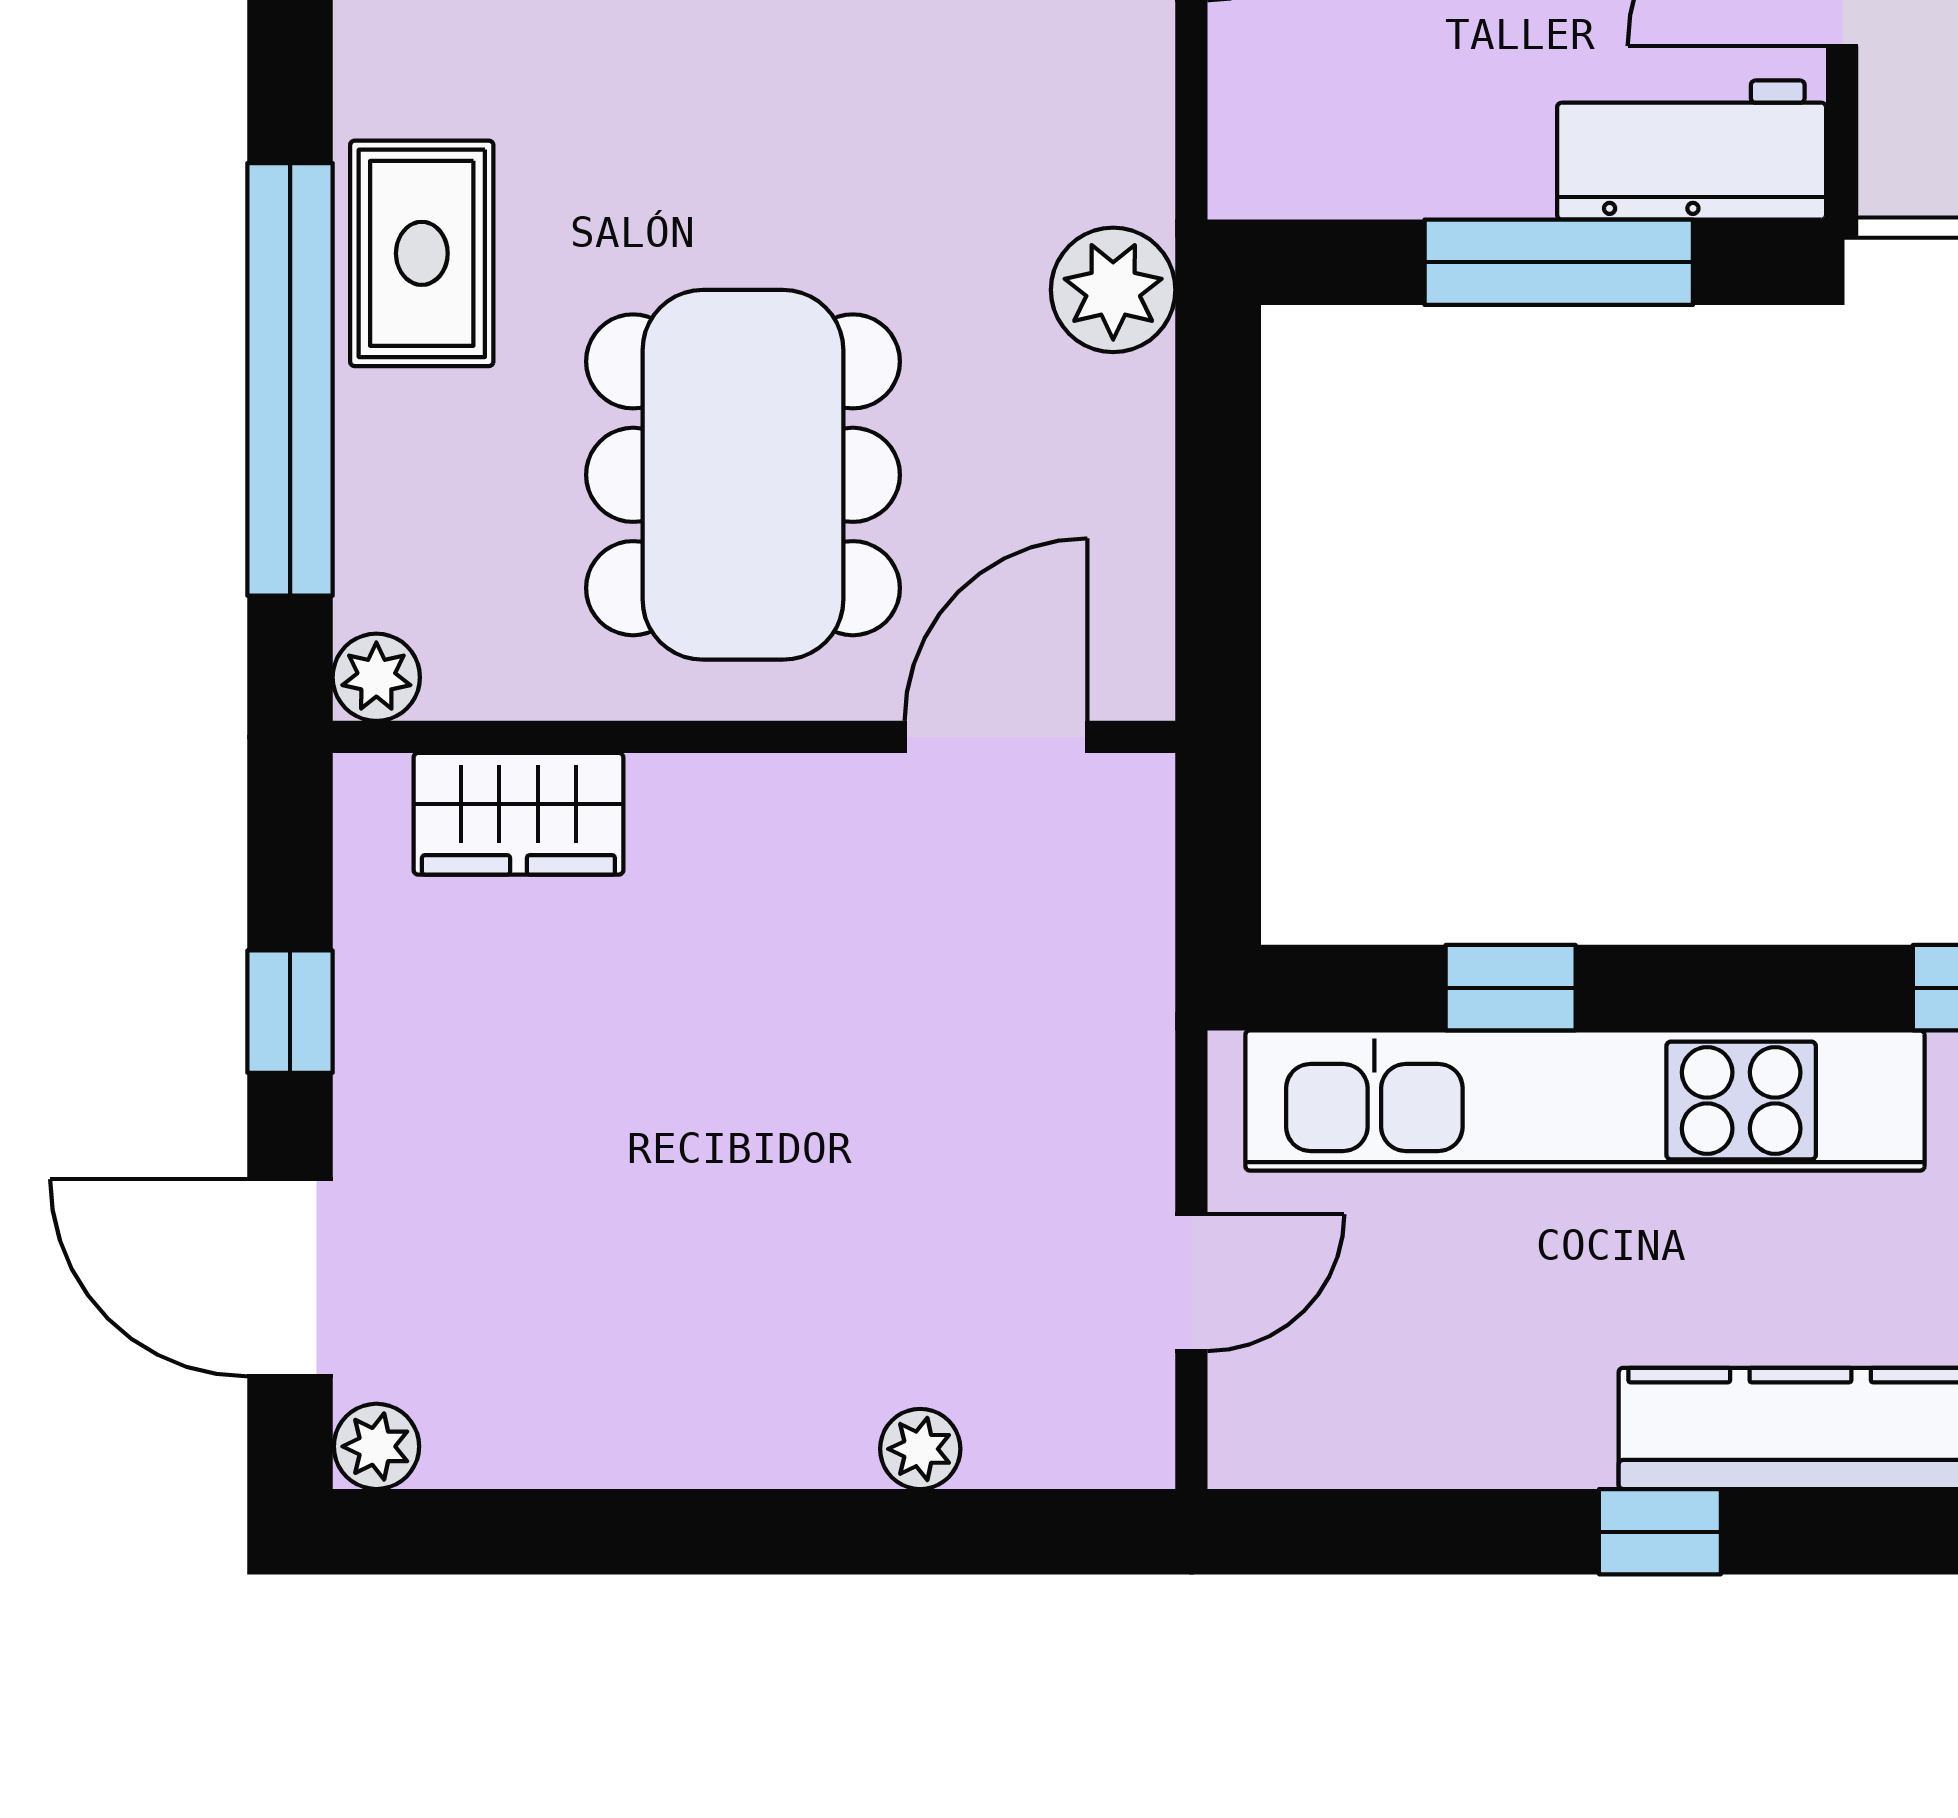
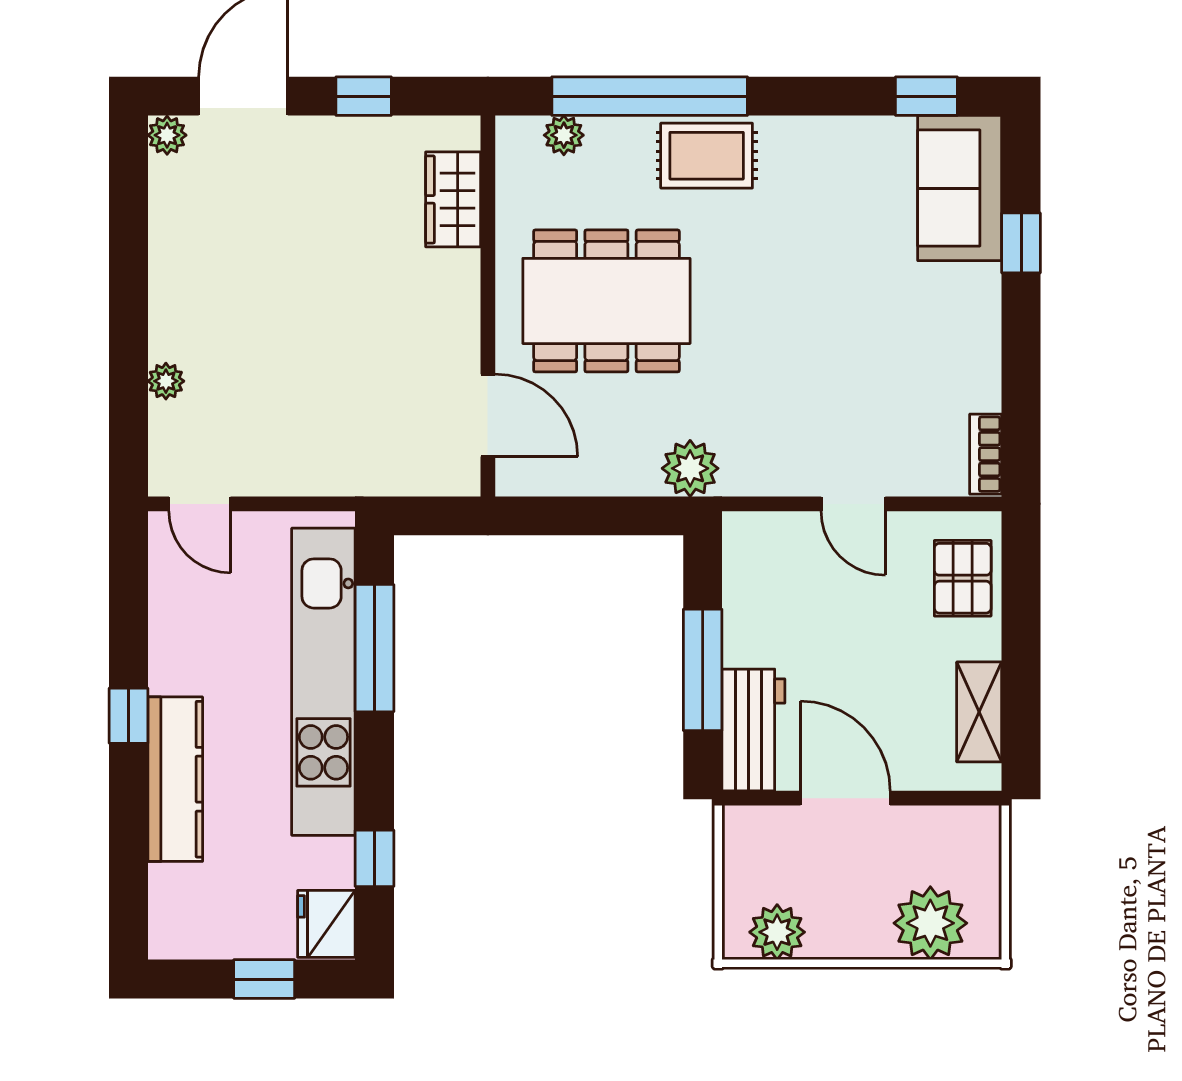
plant: (376, 677) -> (564, 135), moved
window: (1511, 988) -> (375, 648), width x2.17
door: (1191, 1283) -> (200, 504), moved

